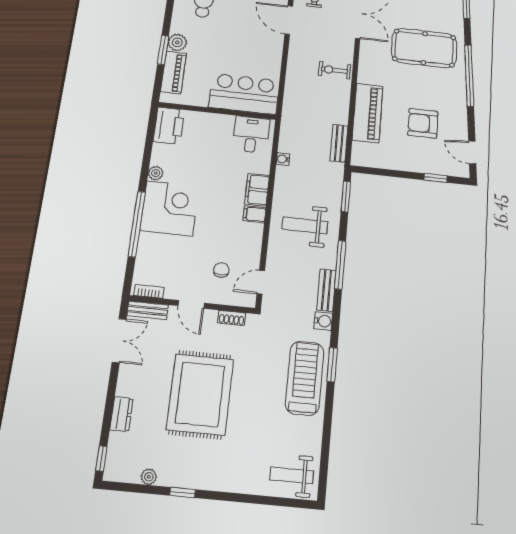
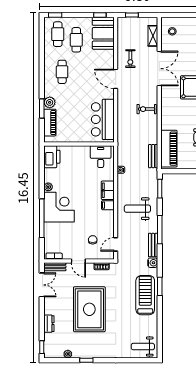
bar counter: (244, 94) -> (103, 119), moved, turned -90
piano: (368, 113) -> (169, 149), moved

